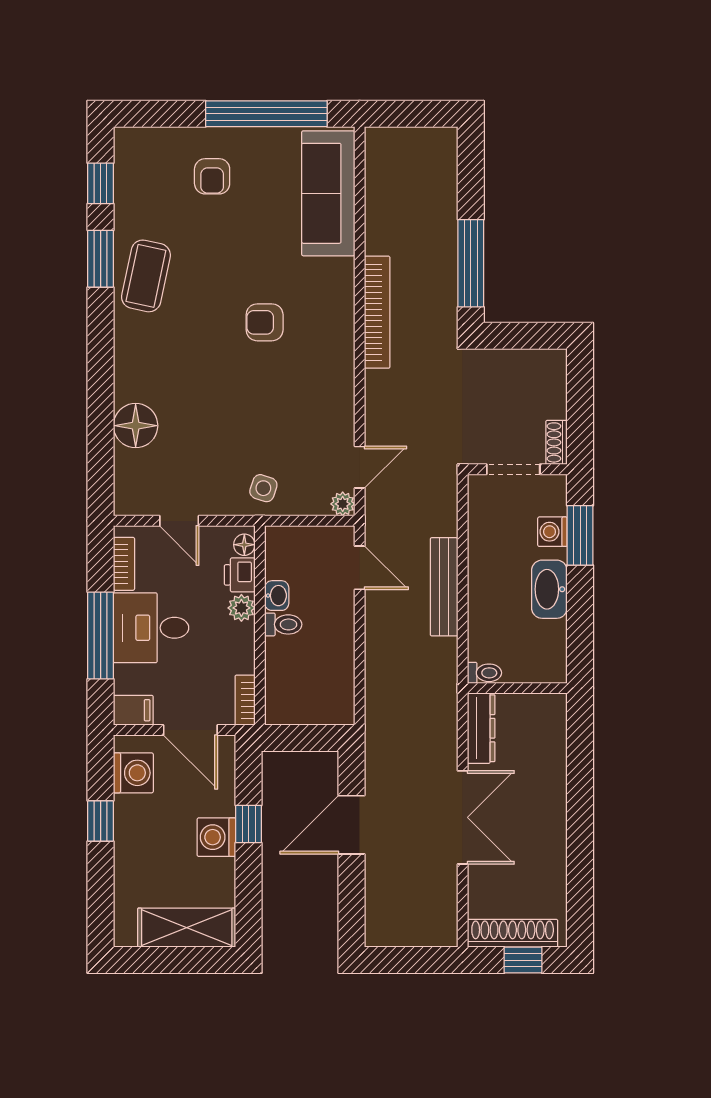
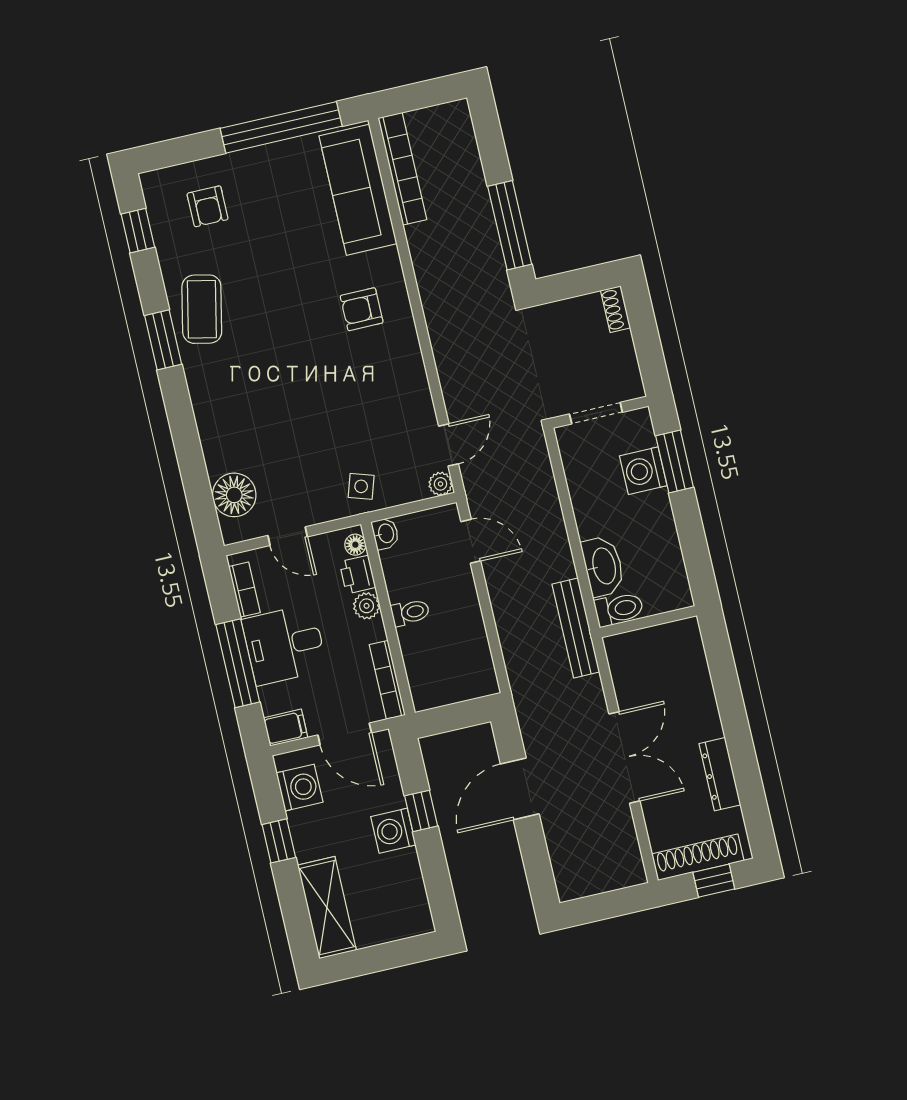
armchair: (212, 176) -> (208, 206), moved
window: (101, 259) -> (163, 340), moved
bookcase: (377, 312) -> (402, 169), moved
armchair: (265, 322) -> (362, 309), moved
floor lamp: (136, 426) -> (234, 495), moved
shoe rack: (556, 442) -> (616, 309), moved
washing machine: (552, 532) -> (643, 471), width x1.38, depth x1.38
bench: (444, 587) -> (576, 628), moved
washbasin: (549, 589) -> (603, 566), moved, turned 180
washbasin: (277, 596) -> (385, 534), moved
toilet: (485, 673) -> (619, 609), width x1.37, depth x1.39
bookcase: (245, 700) -> (387, 680), width x1.56
dresser: (481, 728) -> (720, 774), moved, turned 180
shelving: (187, 928) -> (327, 908), moved, turned 90

